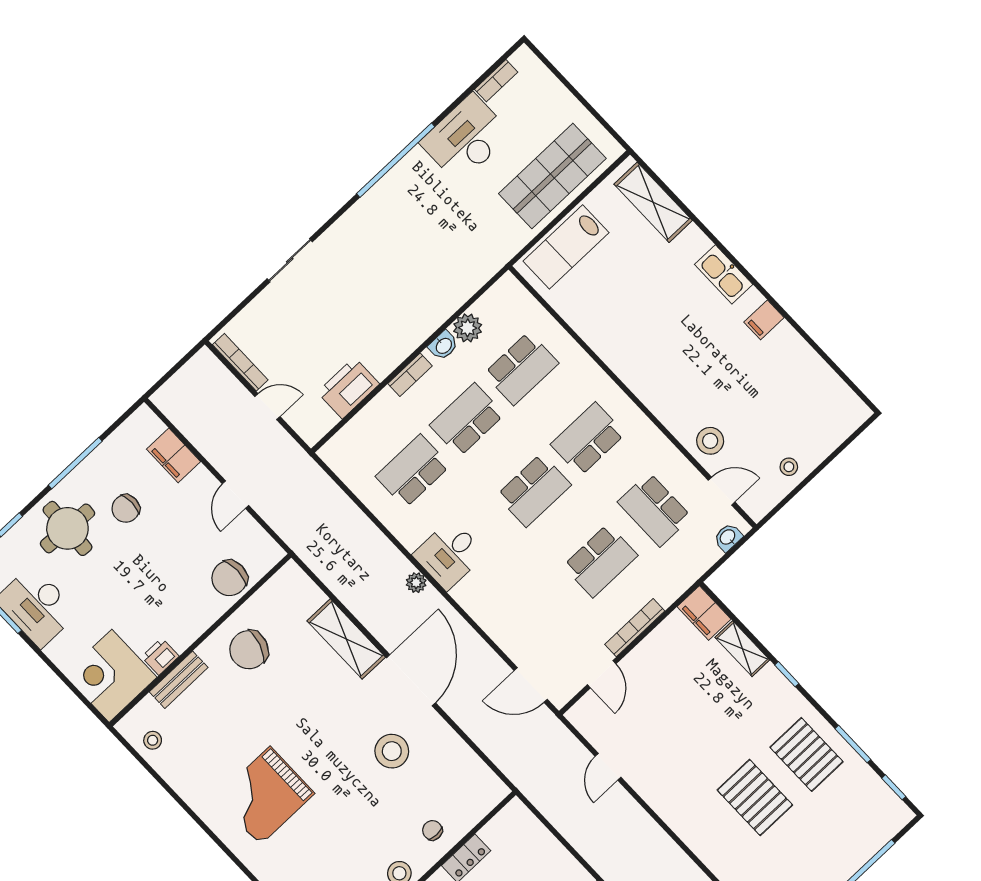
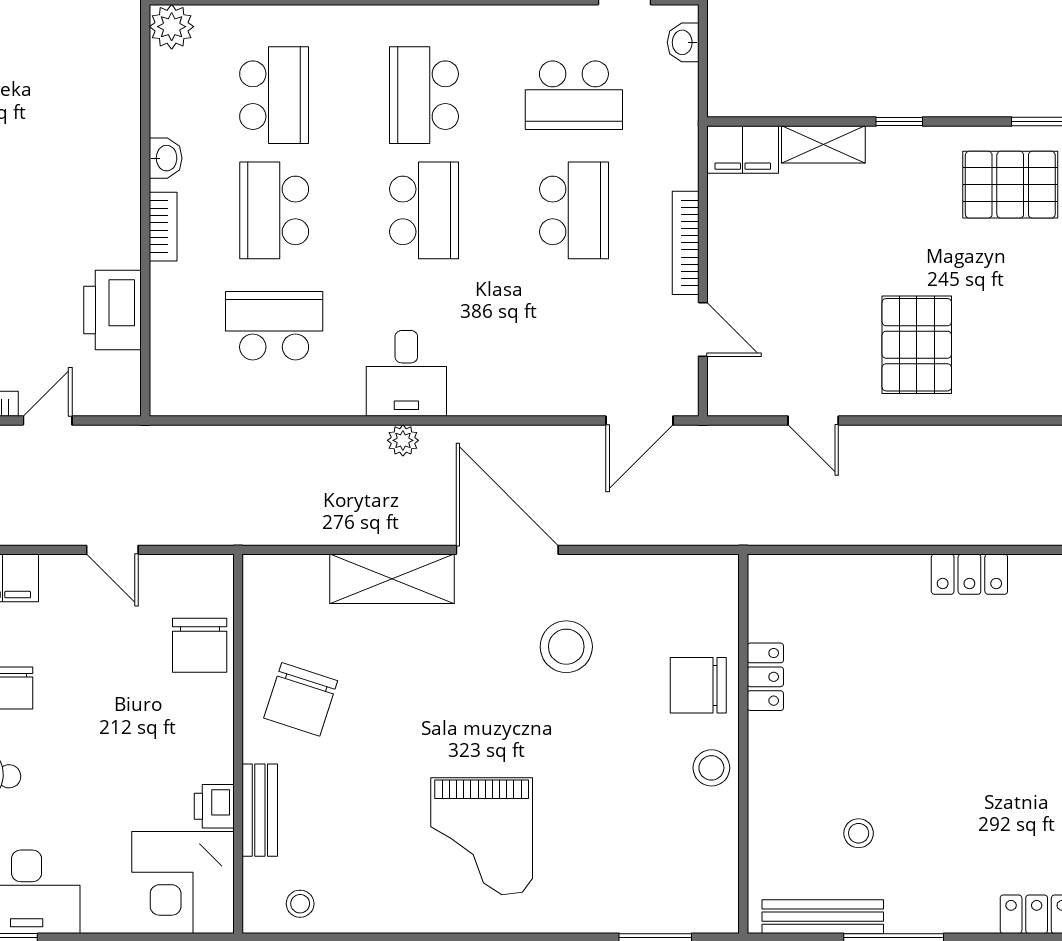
plant: (468, 328) -> (172, 27), moved
school desk: (413, 471) -> (274, 326), turned 90
pallet: (755, 797) -> (917, 345), moved, turned 90
chair: (432, 830) -> (698, 685), width x1.87, depth x1.87

